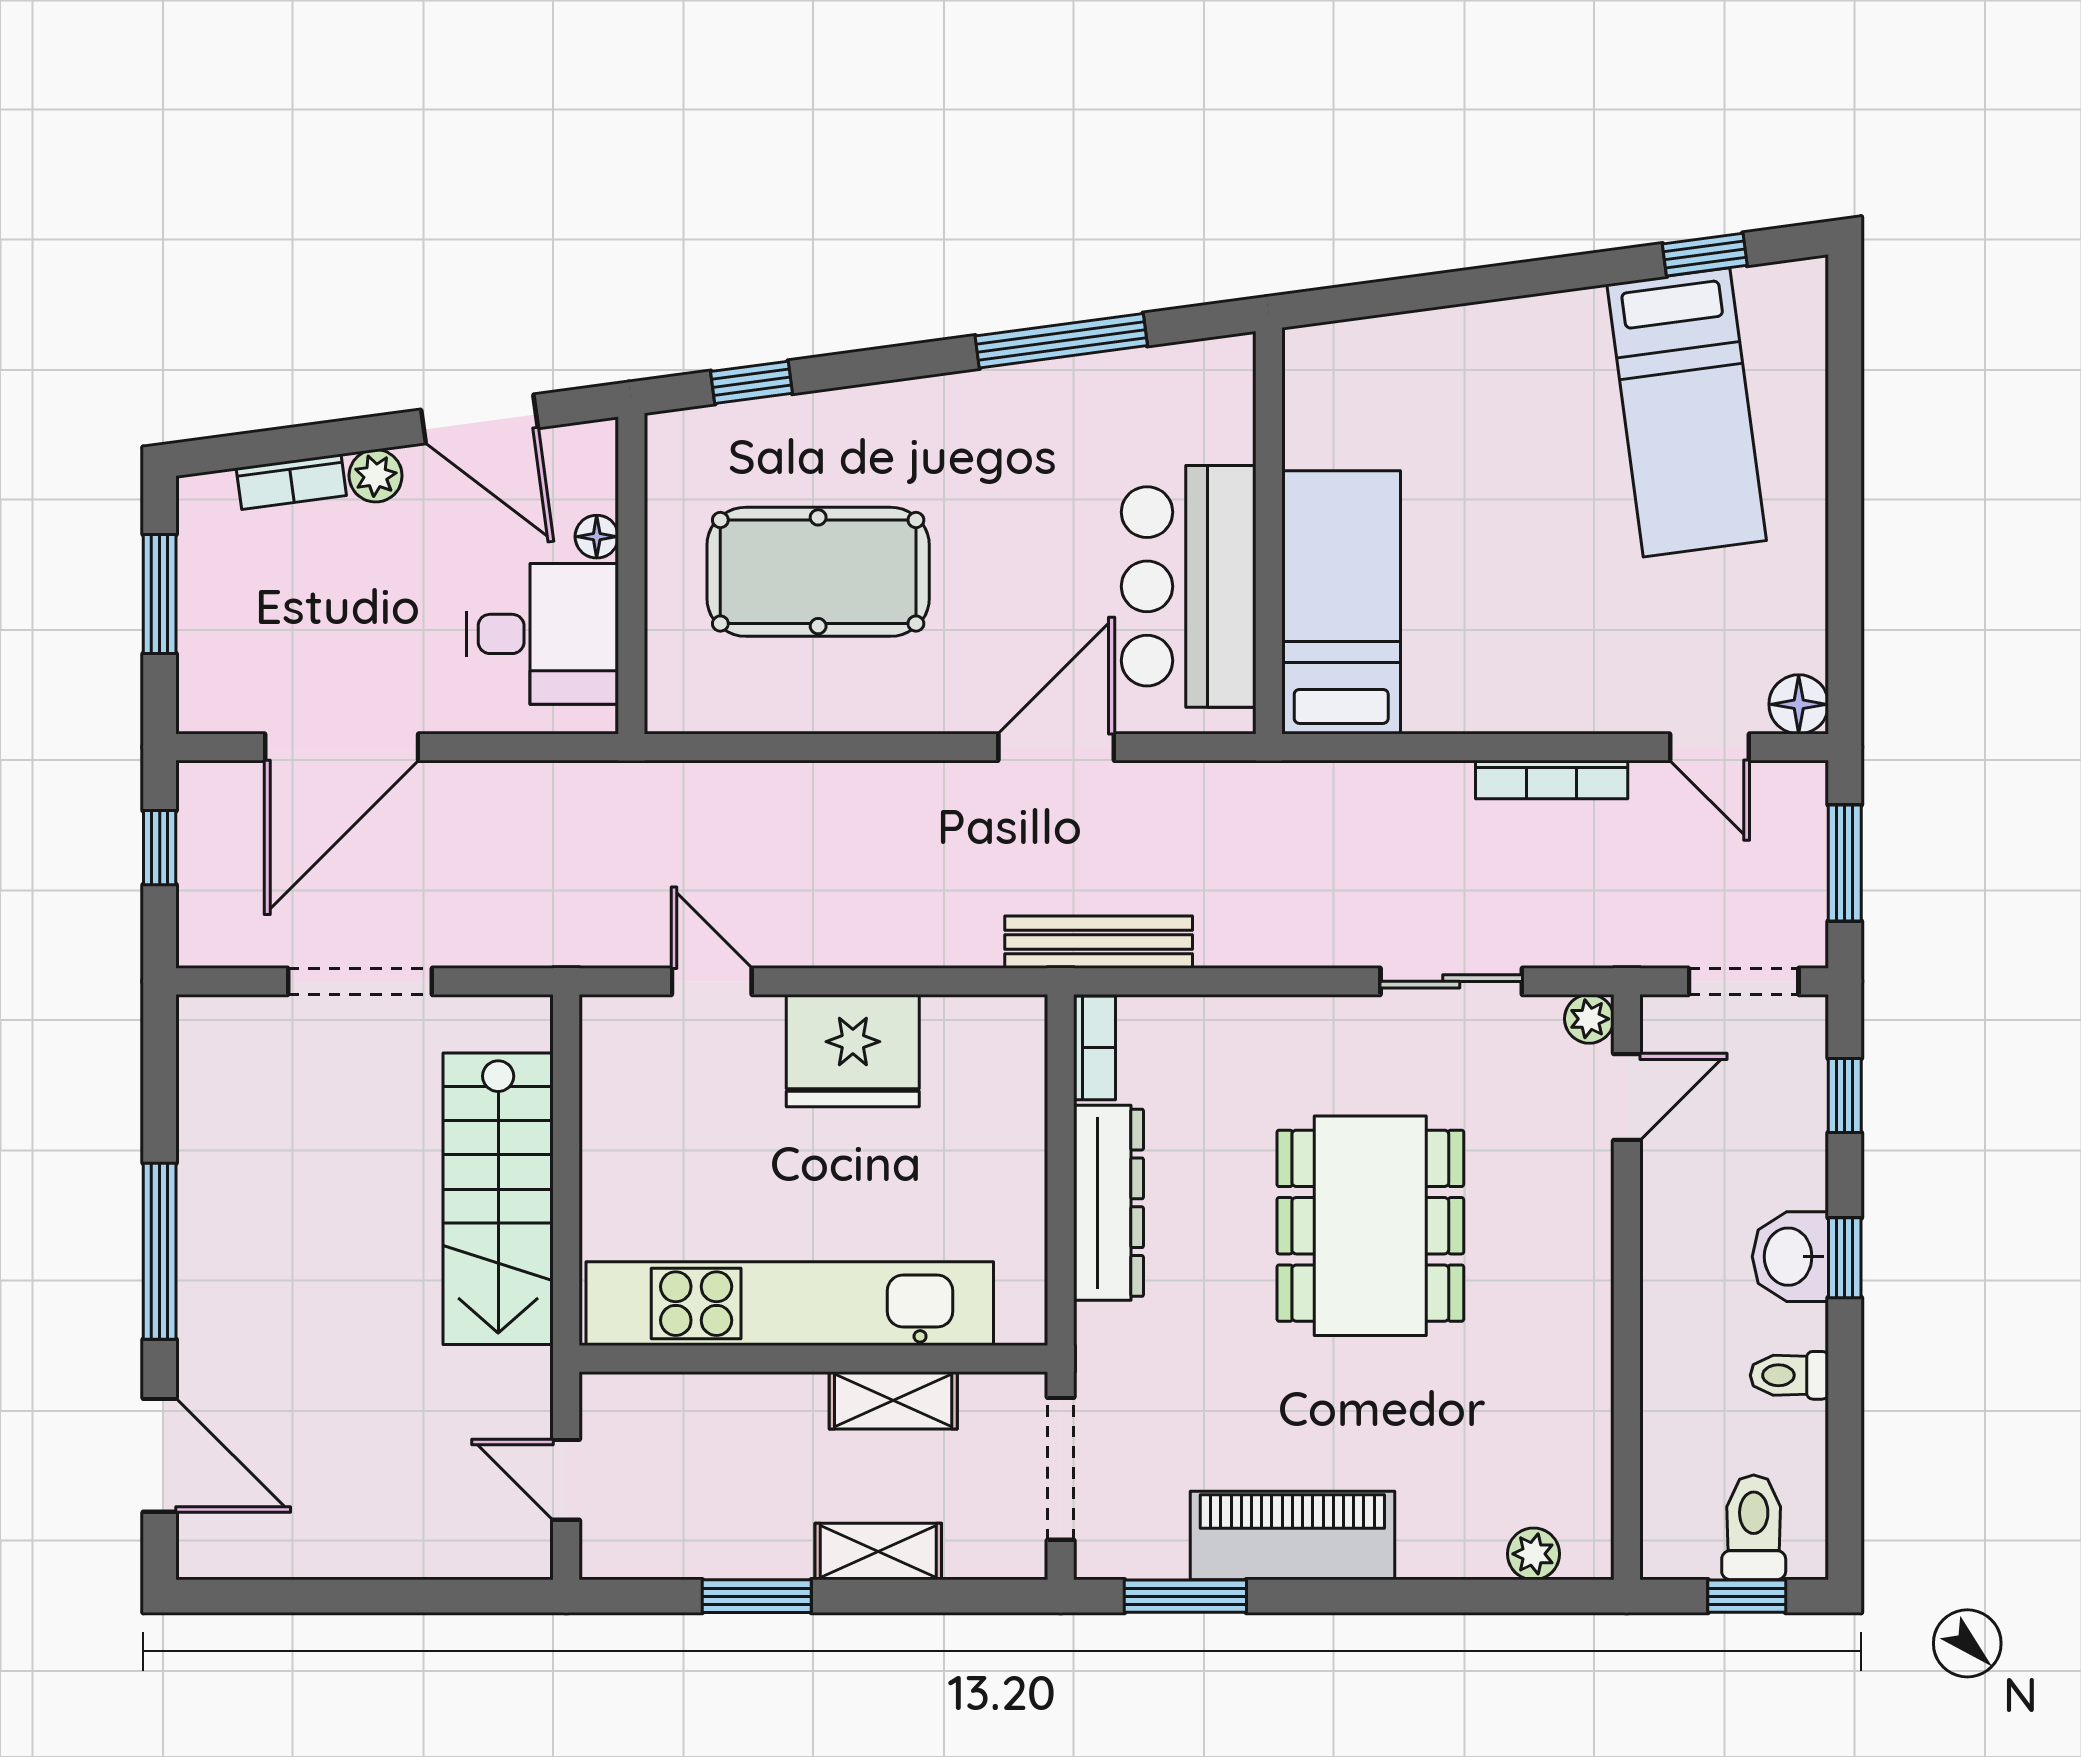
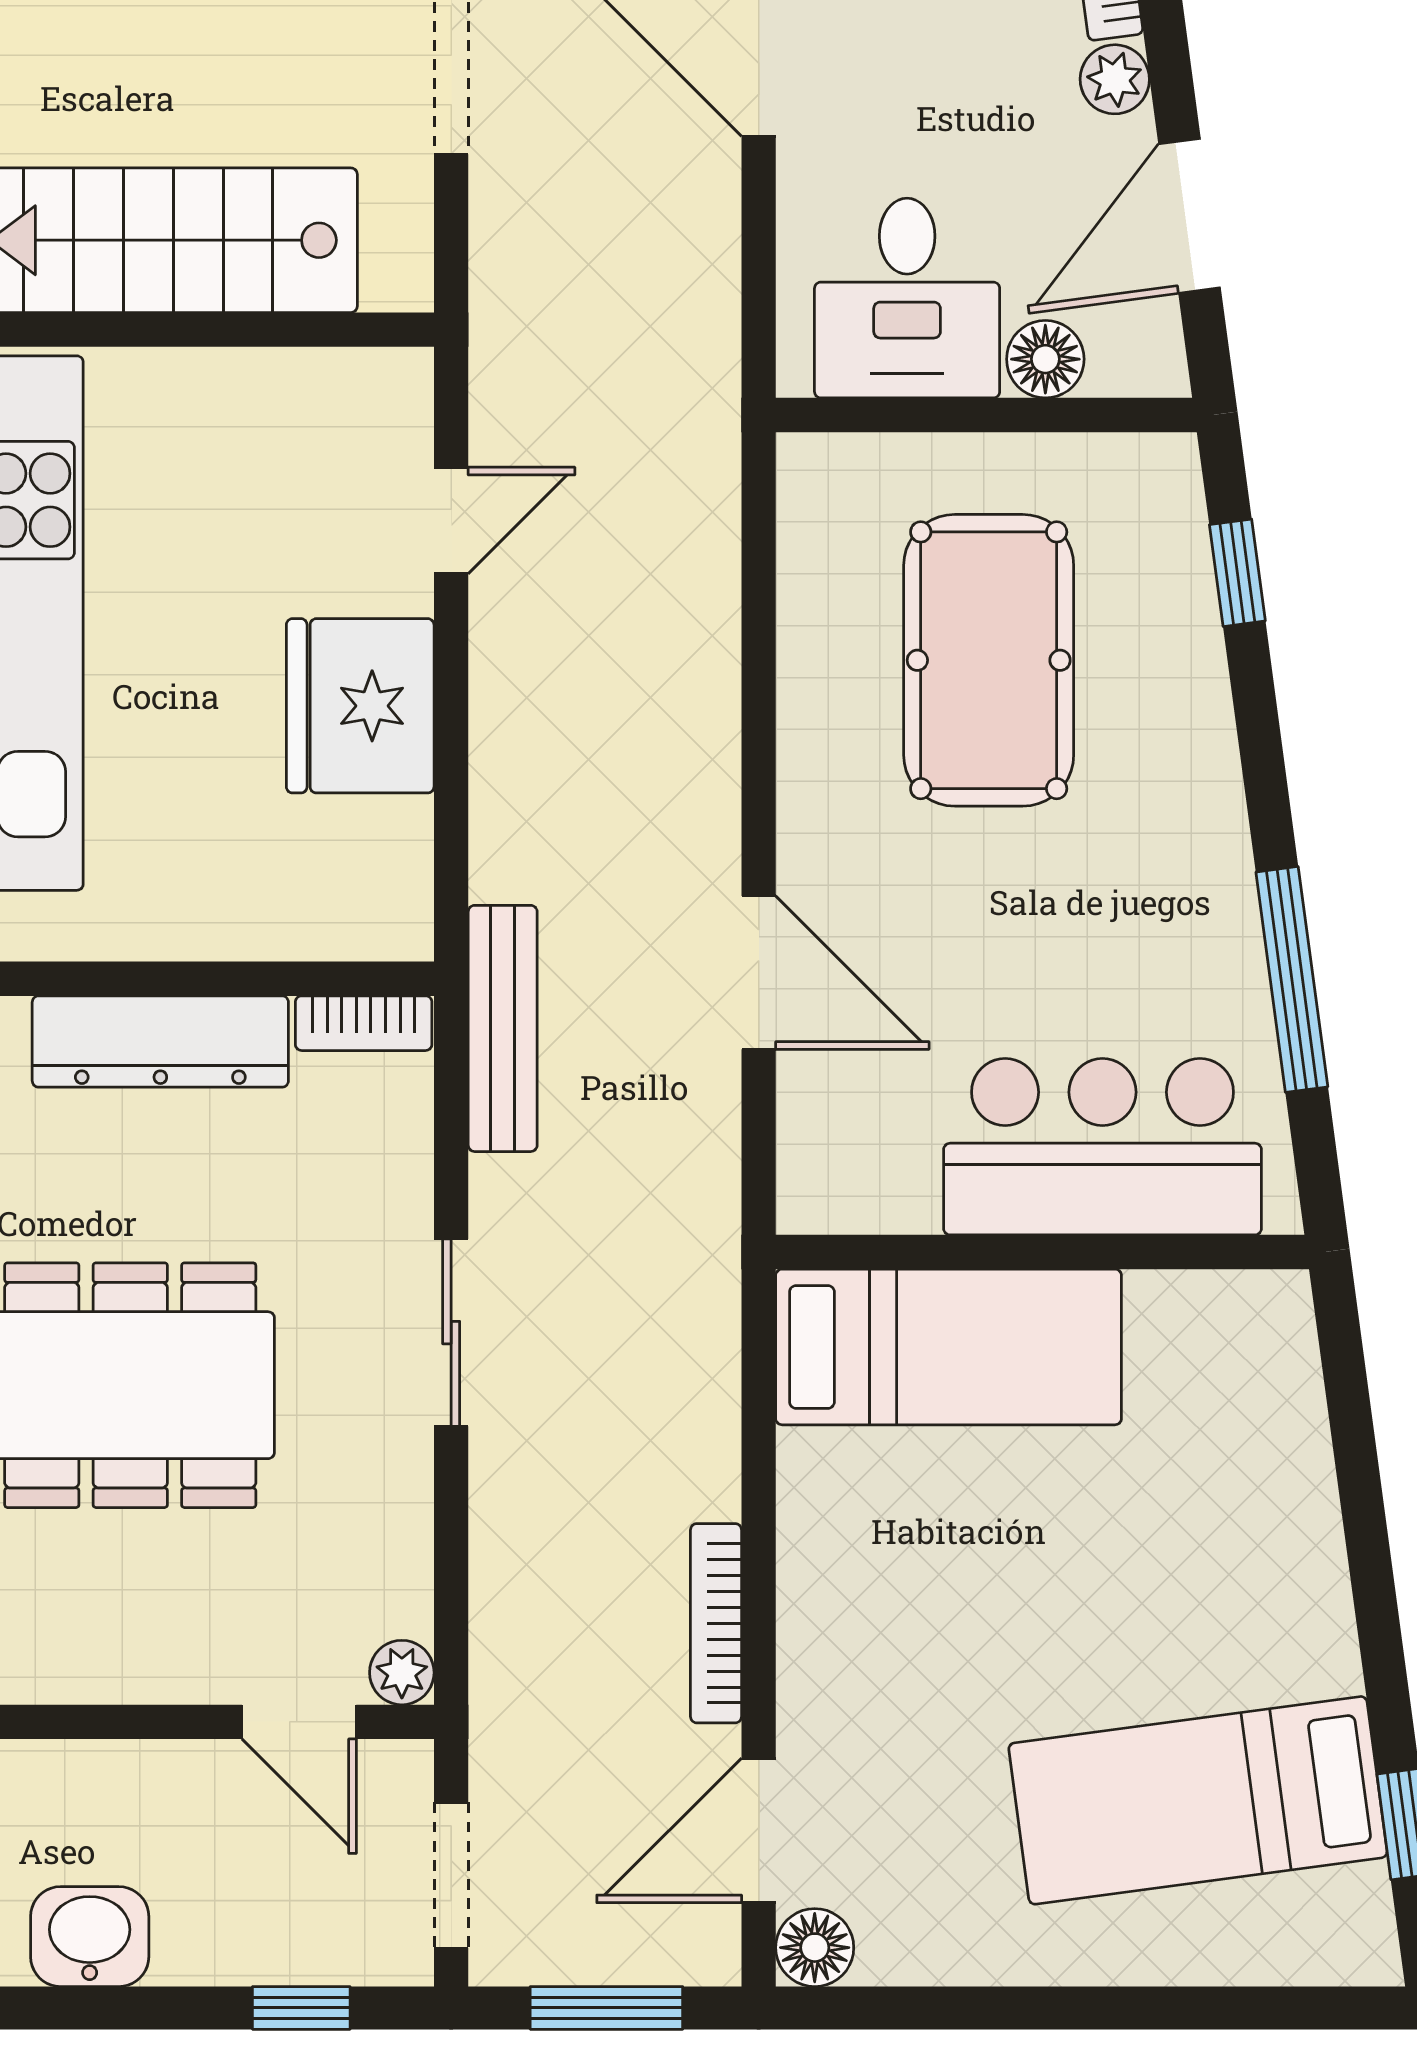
floor lamp: (597, 537) -> (1045, 359), width x1.37, depth x1.37
bar counter: (1189, 586) -> (1102, 1147), moved
door: (1709, 747) -> (759, 1830), width x1.37
sliding door: (1451, 981) -> (451, 1333), moved
window: (1845, 1258) -> (88, 2008), removed

